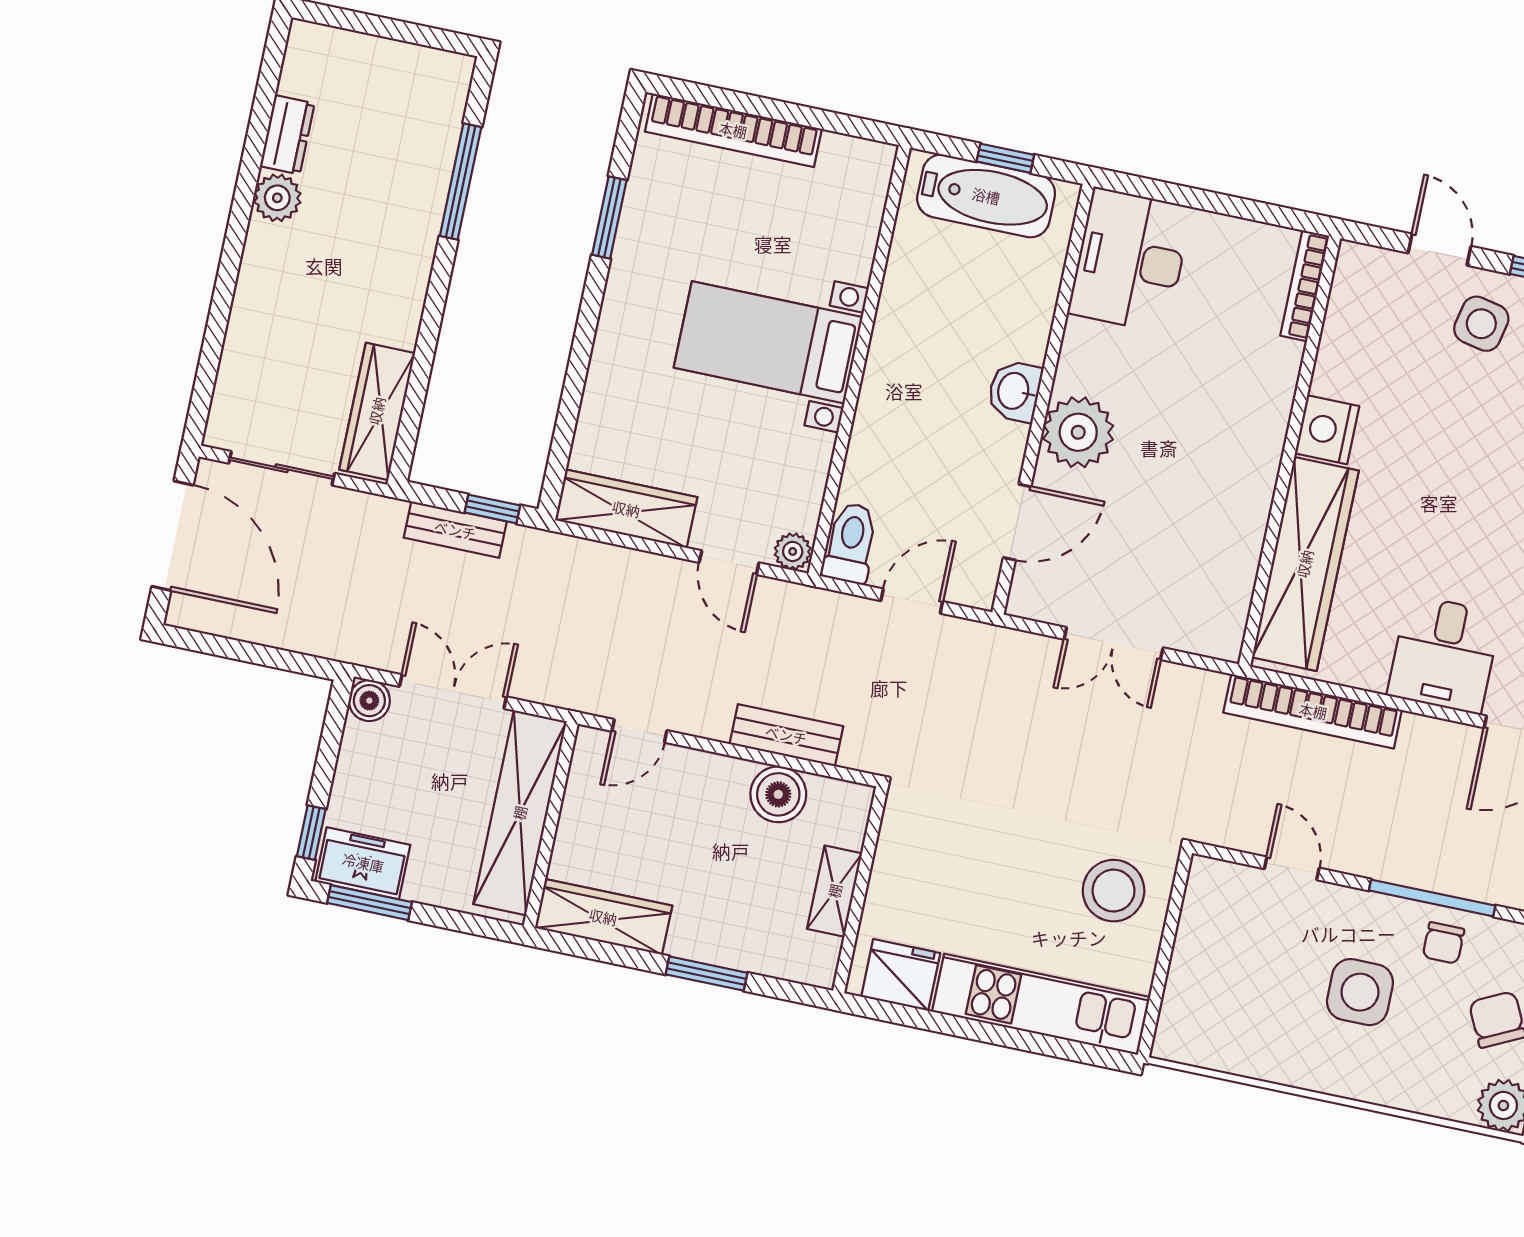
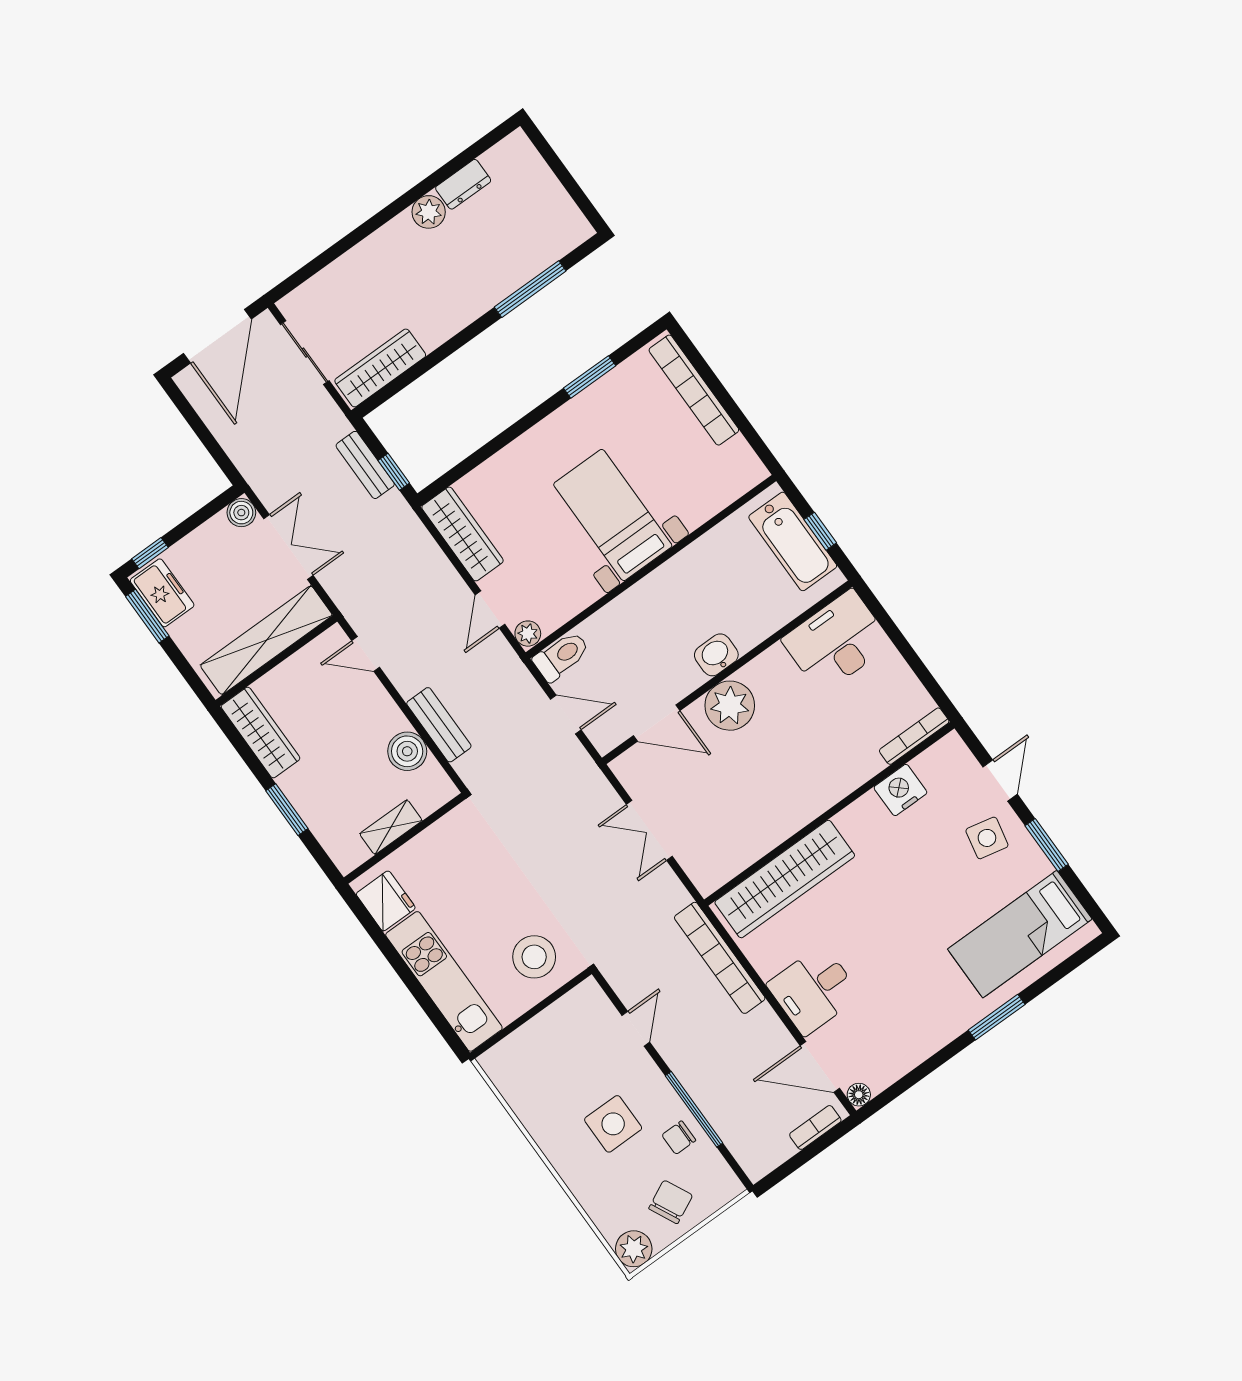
nightstand: (1327, 430) -> (900, 790), moved

